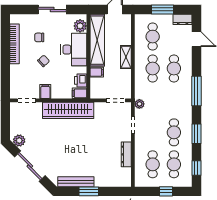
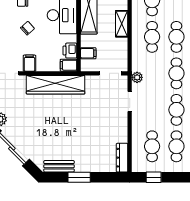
filing cabinet: (97, 72) -> (88, 53), moved
cafe table: (174, 100) -> (176, 73), added
dresser: (126, 154) -> (122, 158), moved
bench: (76, 182) -> (59, 166), width x0.73
window: (166, 191) -> (154, 177), moved

